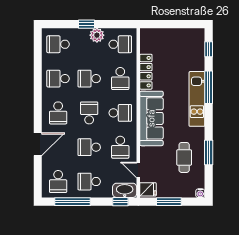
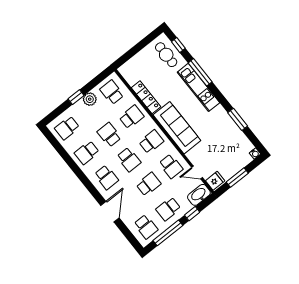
school desk: (120, 44) -> (112, 92), turned -90
school desk: (89, 79) -> (109, 135), turned 90
school desk: (120, 79) -> (132, 117), turned -90
school desk: (89, 113) -> (129, 159), turned 180
school desk: (89, 147) -> (149, 184), turned 180
cafe table: (184, 157) -> (166, 55), moved
window: (120, 202) -> (192, 214), moved

